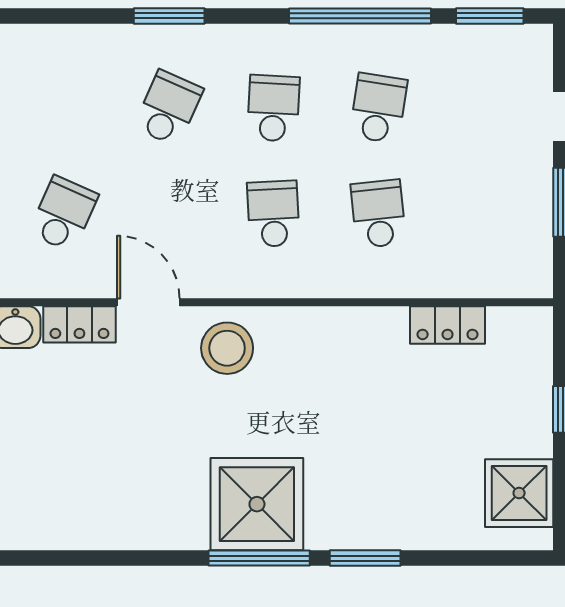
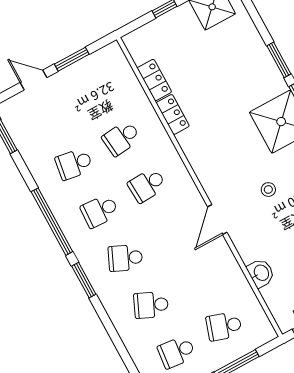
window: (360, 16) -> (52, 222), moved
school desk: (63, 214) -> (151, 305), moved
locker: (79, 324) -> (173, 114), moved
stool: (227, 348) -> (268, 190), moved, width x0.53, depth x0.53

